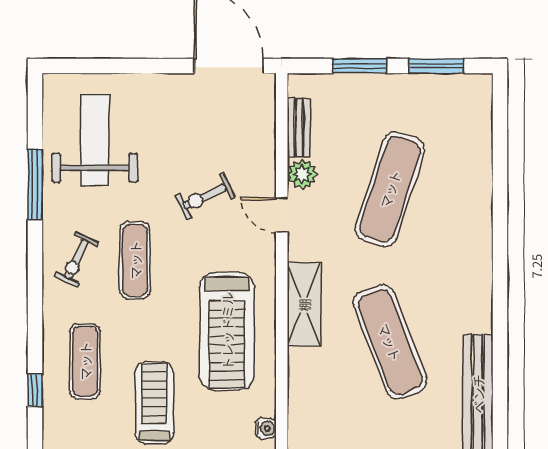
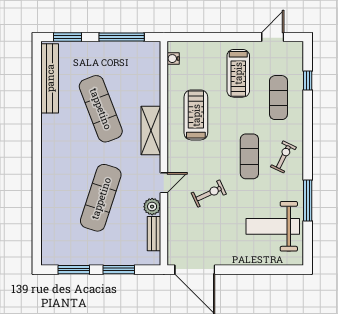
weight bench: (95, 140) -> (273, 226), turned 90
door: (282, 215) -> (164, 183), hinge flipped
treadmill: (227, 331) -> (196, 115), width x0.73, depth x0.73

